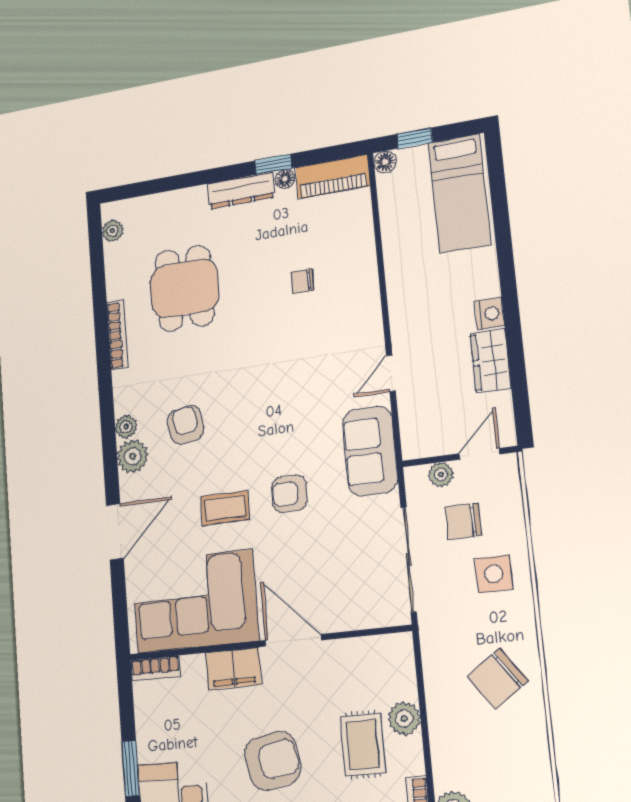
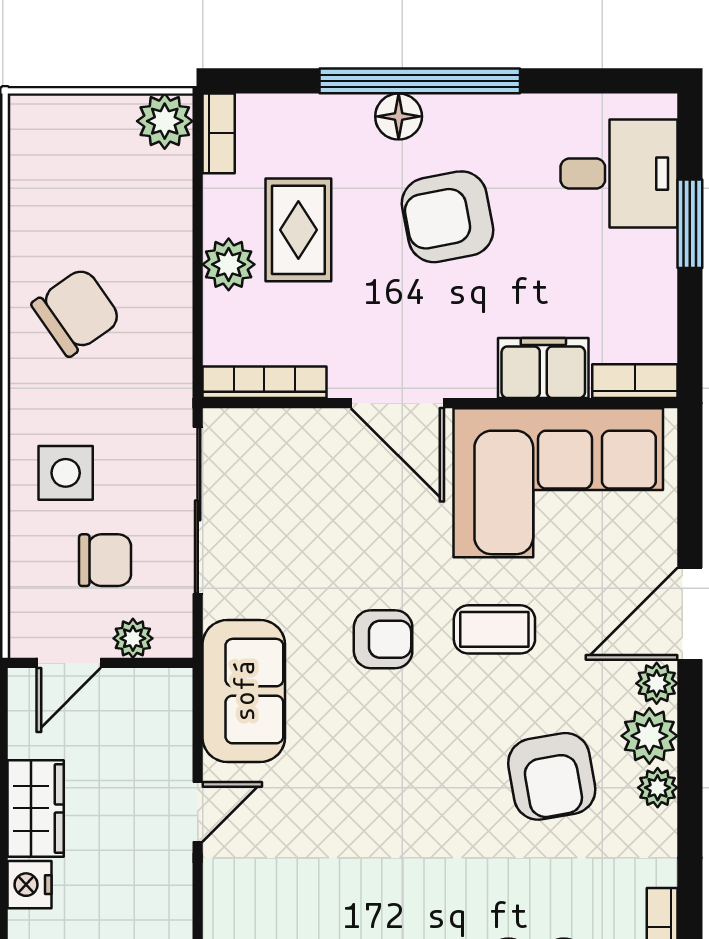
armchair: (186, 425) -> (552, 776), width x1.38, depth x1.38
plant: (131, 488) -> (657, 683), added
bookcase: (375, 645) -> (264, 382), added
filing cabinet: (233, 669) -> (543, 368), moved

